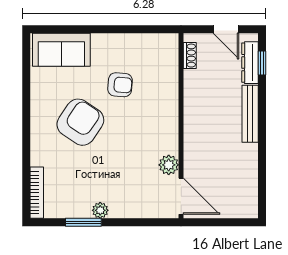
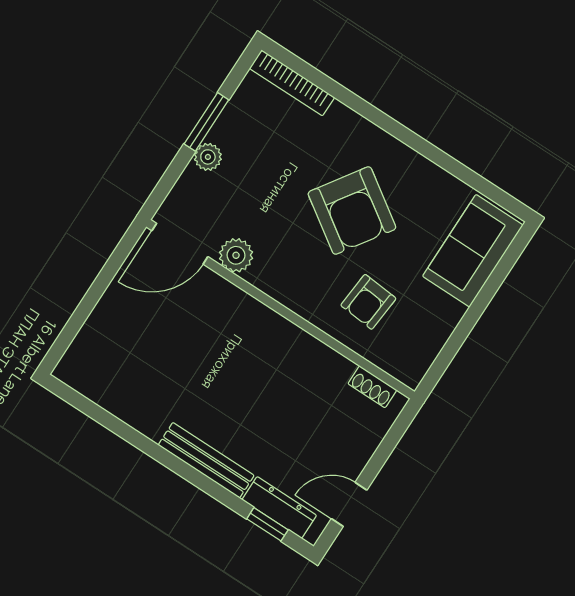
shoe rack: (190, 56) -> (372, 387), moved
wall: (181, 126) -> (280, 309), moved
plant: (169, 165) -> (236, 255), moved
door: (181, 196) -> (180, 244), moved

